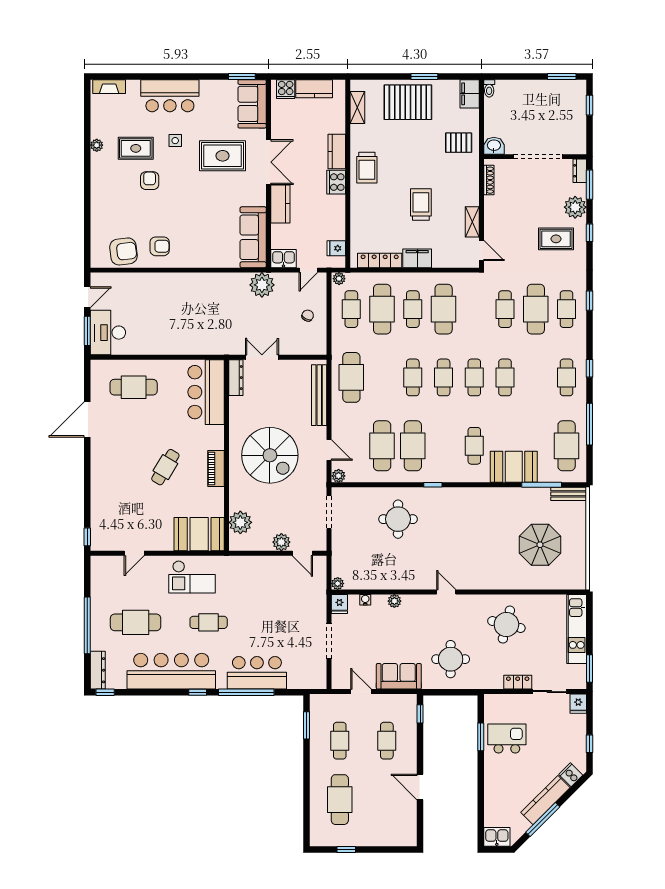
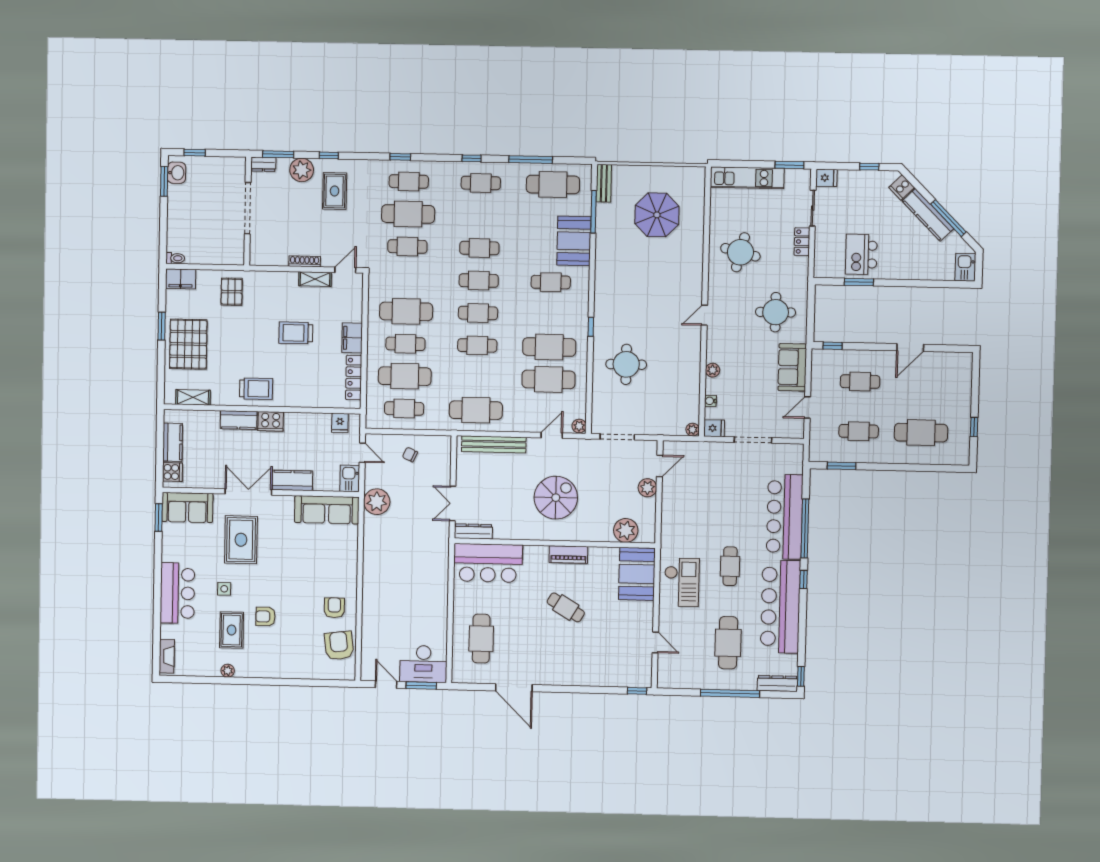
washbasin: (494, 146) -> (176, 173), moved, turned 180
shoe rack: (489, 180) -> (305, 261), moved
plant: (339, 279) -> (372, 421), removed
spiral stairs: (270, 455) -> (556, 498), width x0.73, depth x0.73
bar counter: (257, 673) -> (785, 517), width x1.36

